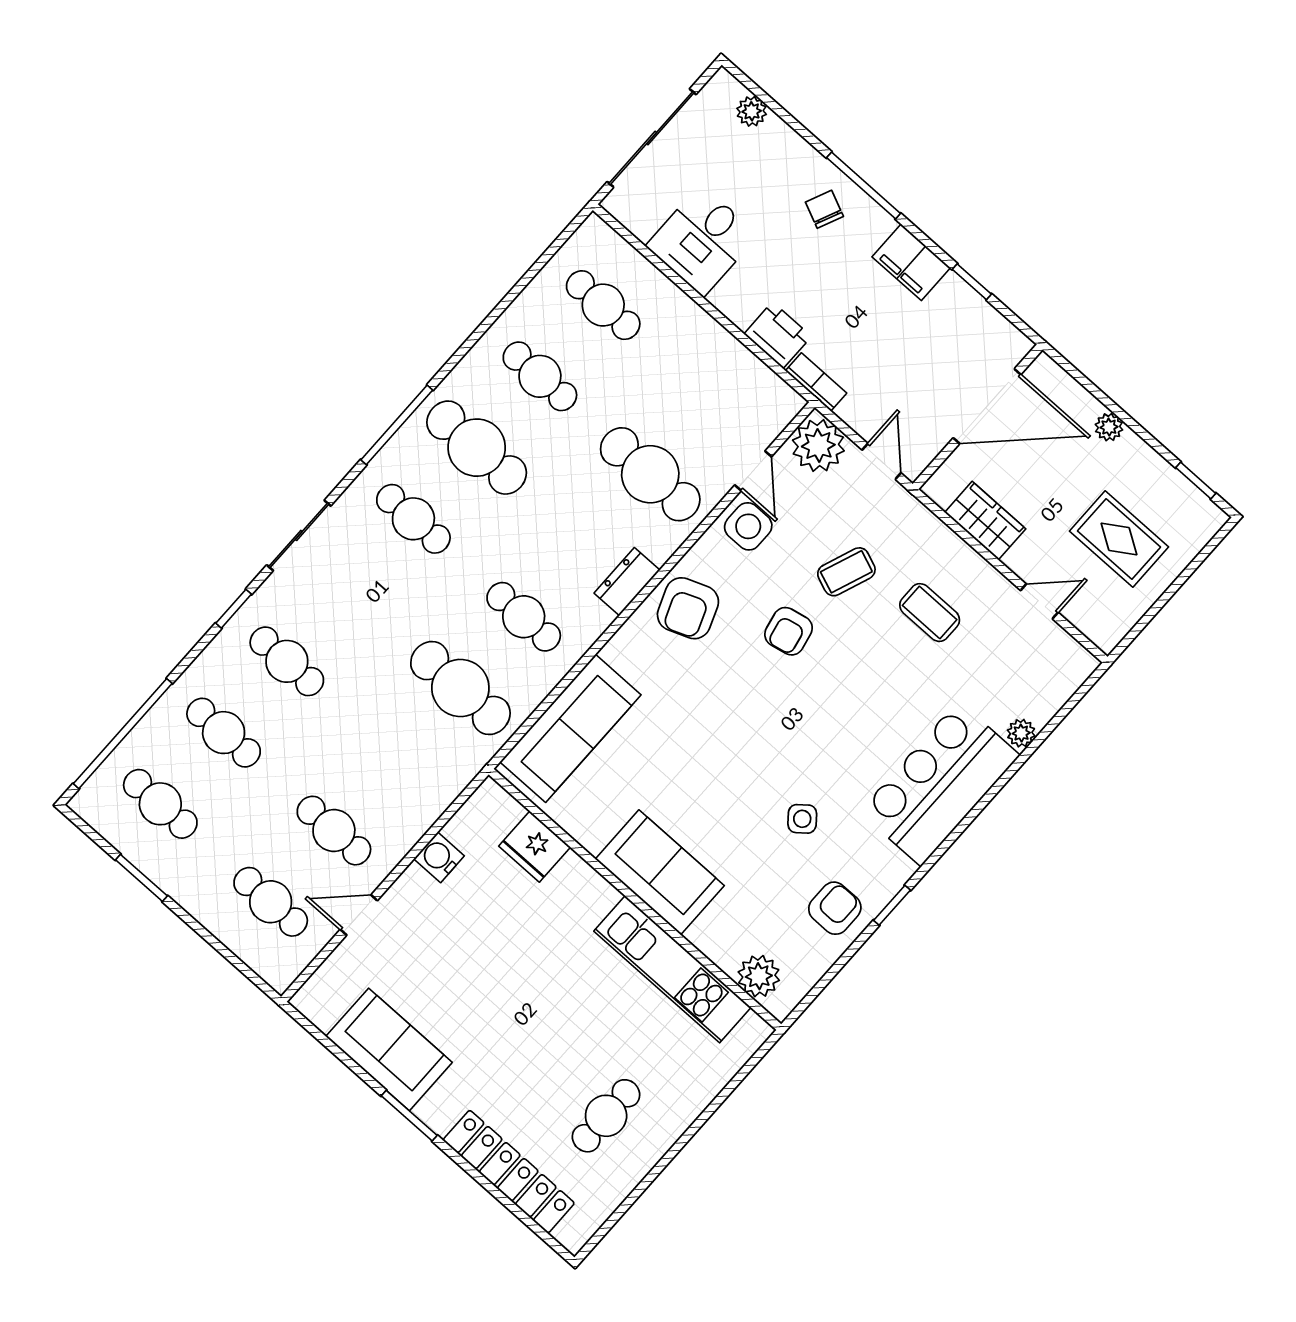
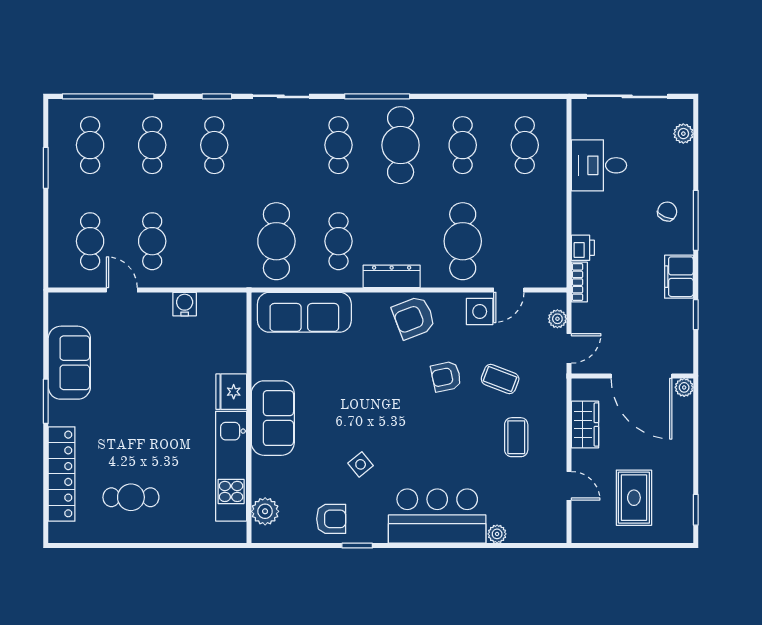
printer: (778, 335) -> (583, 248), width x0.73, depth x0.81
plant: (1109, 427) -> (684, 387), moved
plant: (818, 446) -> (557, 319), width x0.53, depth x0.53
dresser: (627, 582) -> (392, 276), width x1.44
fridge: (535, 847) -> (231, 392), moved

